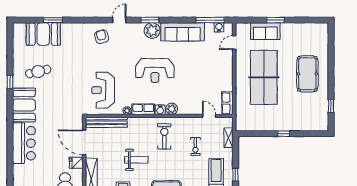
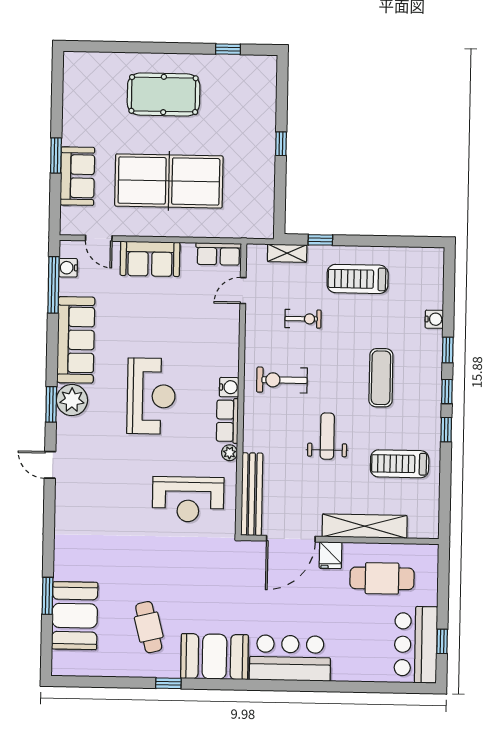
armchair: (102, 37) -> (82, 500), removed
sofa: (224, 69) -> (150, 259), added
plant: (172, 109) -> (228, 364), removed
window: (235, 175) -> (320, 240), moved

